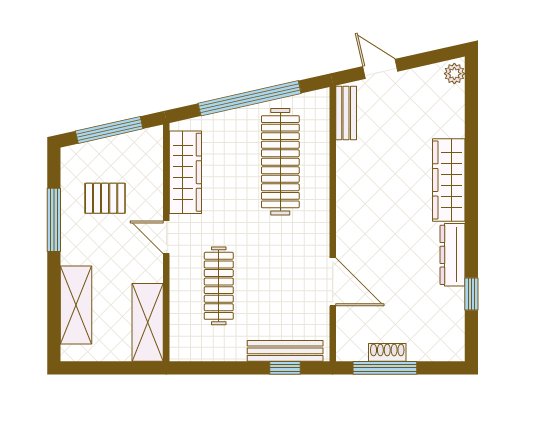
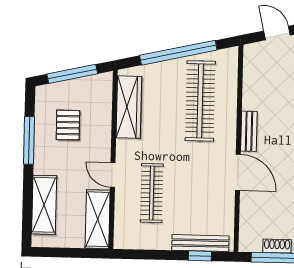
bench: (346, 113) -> (249, 131), moved
pallet: (105, 198) -> (68, 125), turned 90
door: (166, 237) -> (113, 175), moved
door: (333, 282) -> (238, 172), moved

